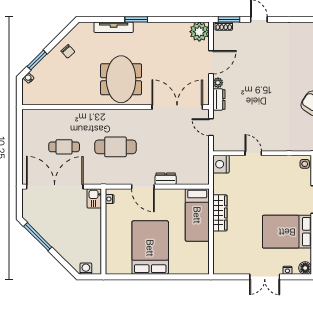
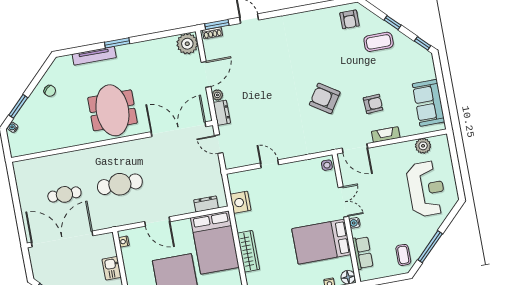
nightstand: (221, 164) -> (241, 202), moved
dresser: (166, 179) -> (206, 204), moved
kitchen sink: (94, 198) -> (112, 268), moved
wardrobe: (220, 213) -> (248, 251), moved
bed: (197, 215) -> (215, 243), width x1.50

